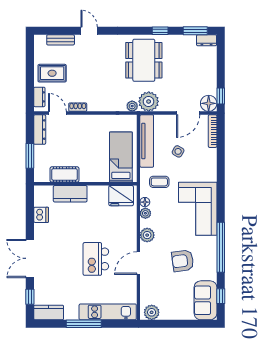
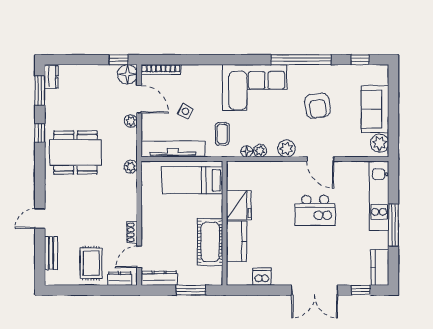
plant: (149, 101) -> (131, 121), moved, width x0.53, depth x0.53
cot: (64, 174) -> (210, 242), width x1.37, depth x1.34
fridge: (121, 196) -> (239, 205), moved
sofa: (205, 300) -> (375, 109), moved, turned 90

